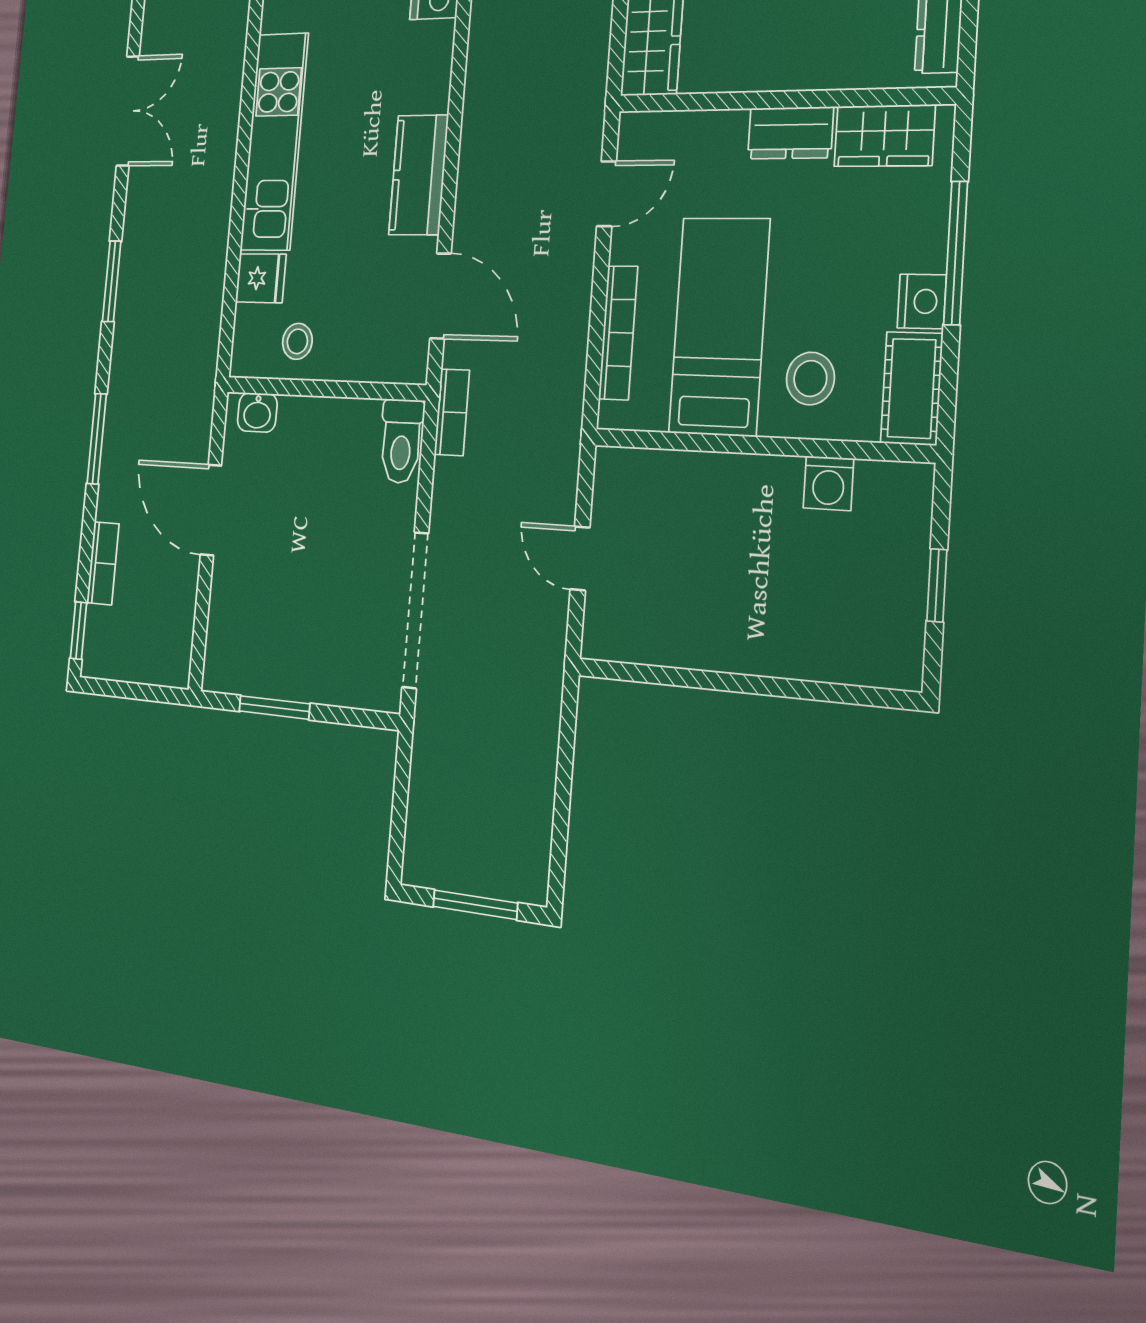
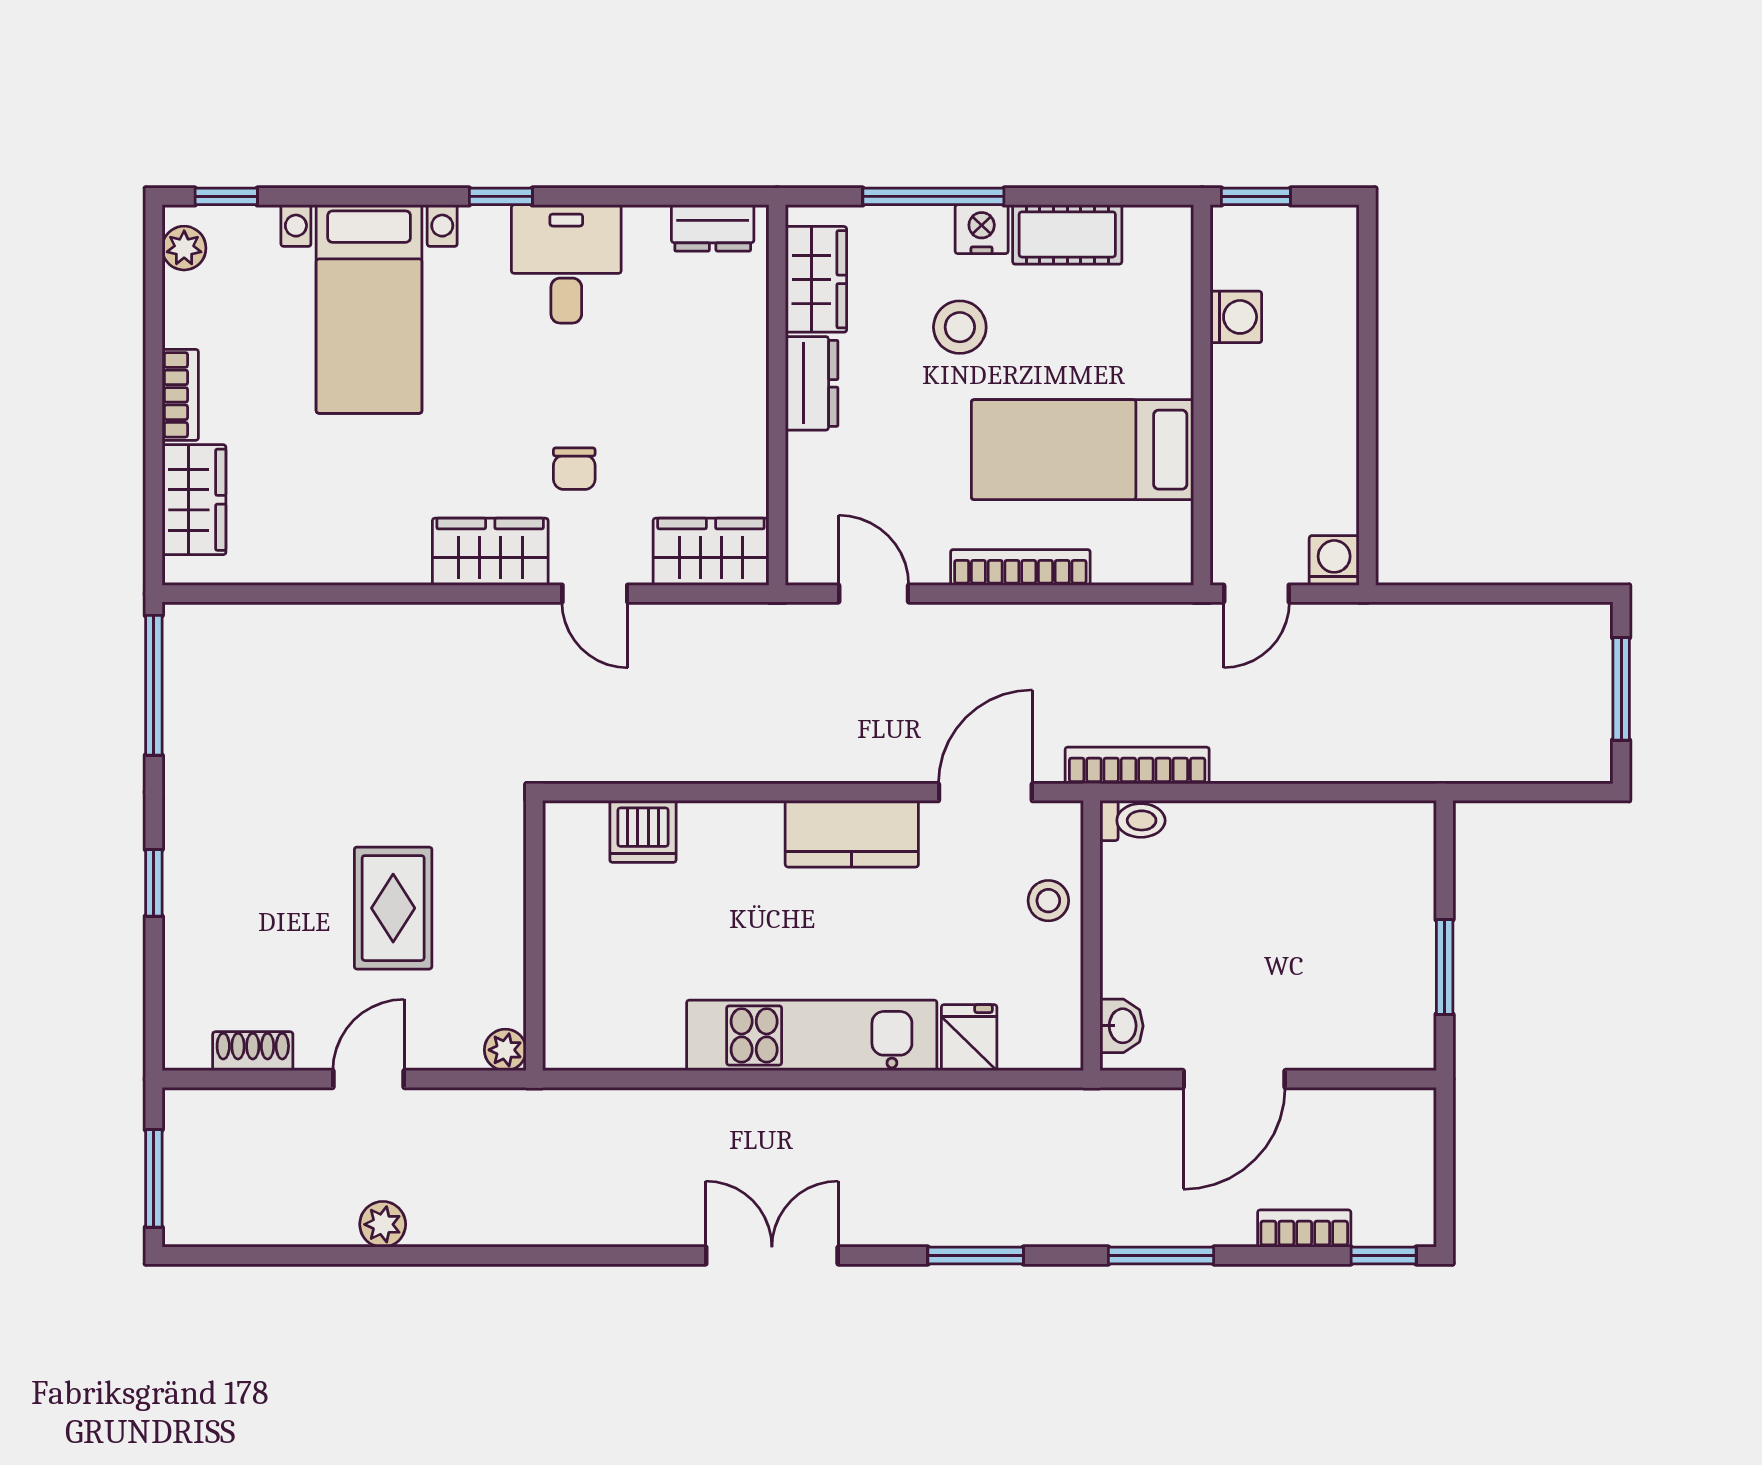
bed: (719, 326) -> (1083, 450), moved
stool: (297, 341) -> (1048, 901), moved
stool: (810, 379) -> (960, 327), moved
bookcase: (452, 412) -> (1137, 765), width x1.56
toilet: (401, 441) -> (1132, 820), width x0.73, depth x0.72
wall: (760, 445) -> (1202, 395), moved
washing machine: (828, 483) -> (1236, 317), moved
doorway: (415, 610) -> (1325, 792), removed
washing machine: (602, 637) -> (1334, 560), added

